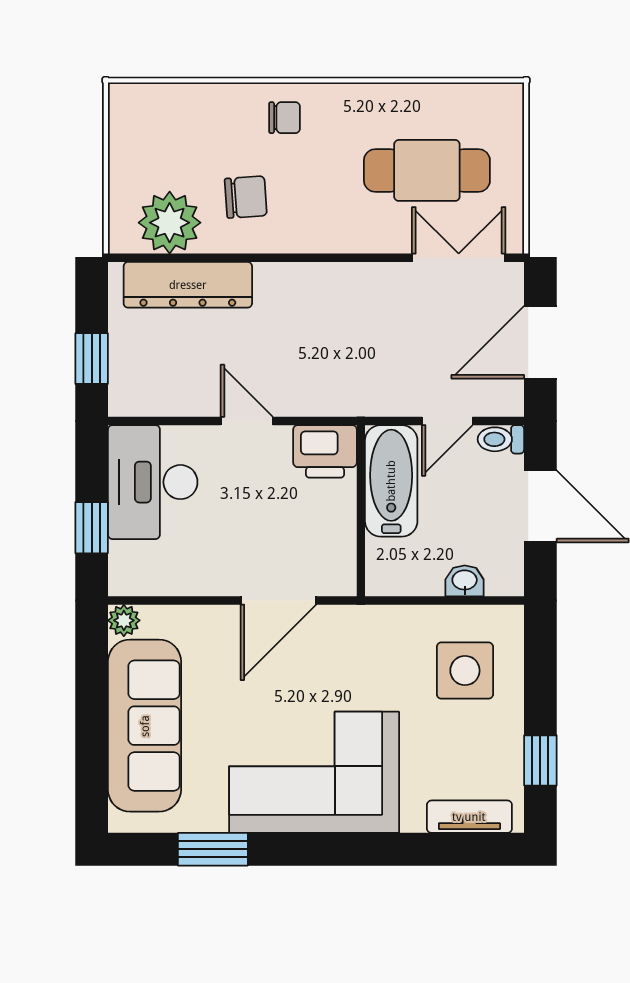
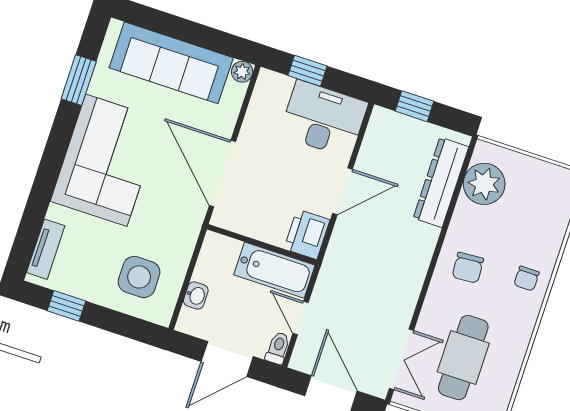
chair: (246, 197) -> (468, 268), moved
door: (247, 421) -> (343, 191), width x1.38
door: (278, 600) -> (222, 174), width x1.36

